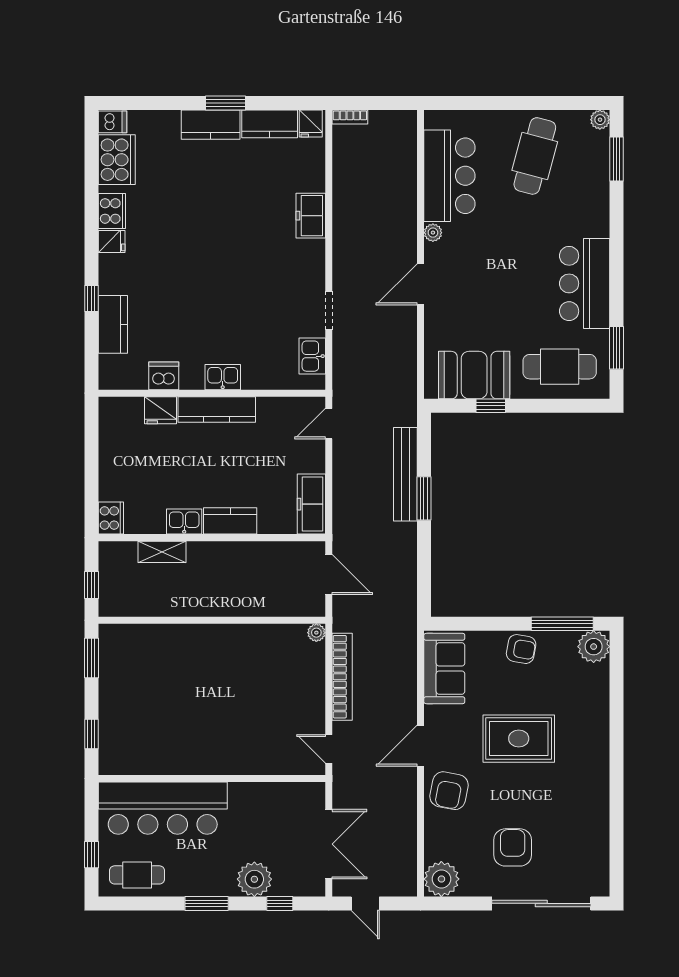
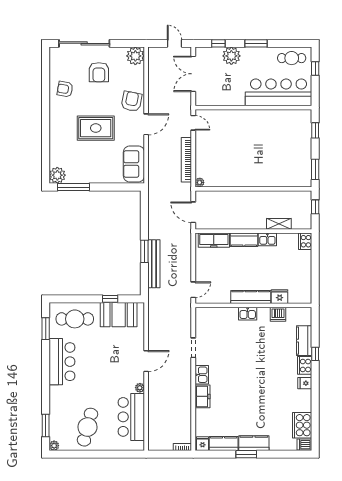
cooker: (112, 211) -> (305, 365), moved
kitchen sink: (312, 356) -> (202, 375), moved
freezer: (311, 504) -> (214, 240), moved, turned 90
armchair: (521, 649) -> (65, 89), moved

